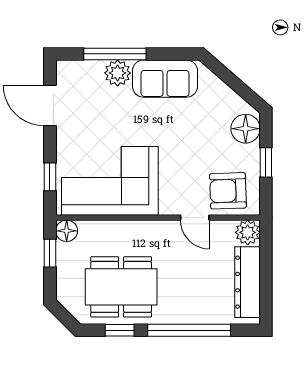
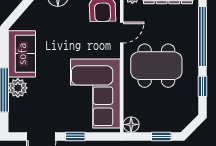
window: (50, 177) -> (75, 136), moved
window: (50, 253) -> (161, 136), moved
dining table: (121, 287) -> (156, 66), moved, turned 90

